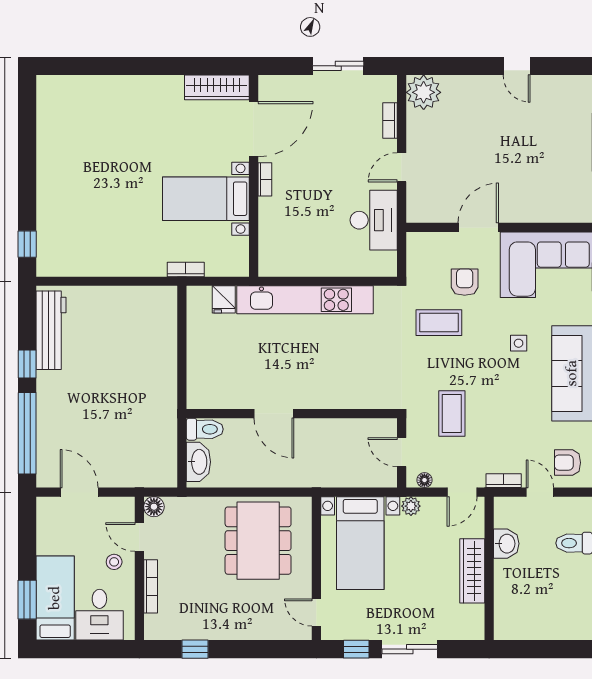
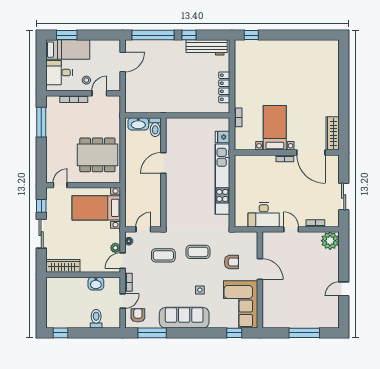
locker: (128, 296) -> (224, 87), added
coffee table: (439, 323) -> (198, 252), moved, turned 90
door: (462, 492) -> (123, 261), hinge flipped
plant: (411, 506) -> (115, 248), moved
floor lamp: (154, 507) -> (115, 101), removed
wardrobe: (472, 571) -> (63, 266), moved
window: (195, 649) -> (41, 122), width x2.17

